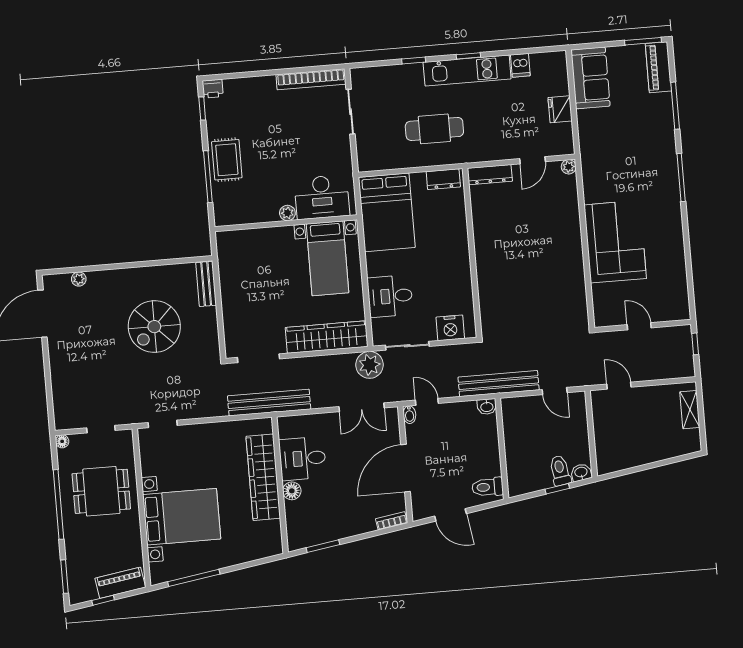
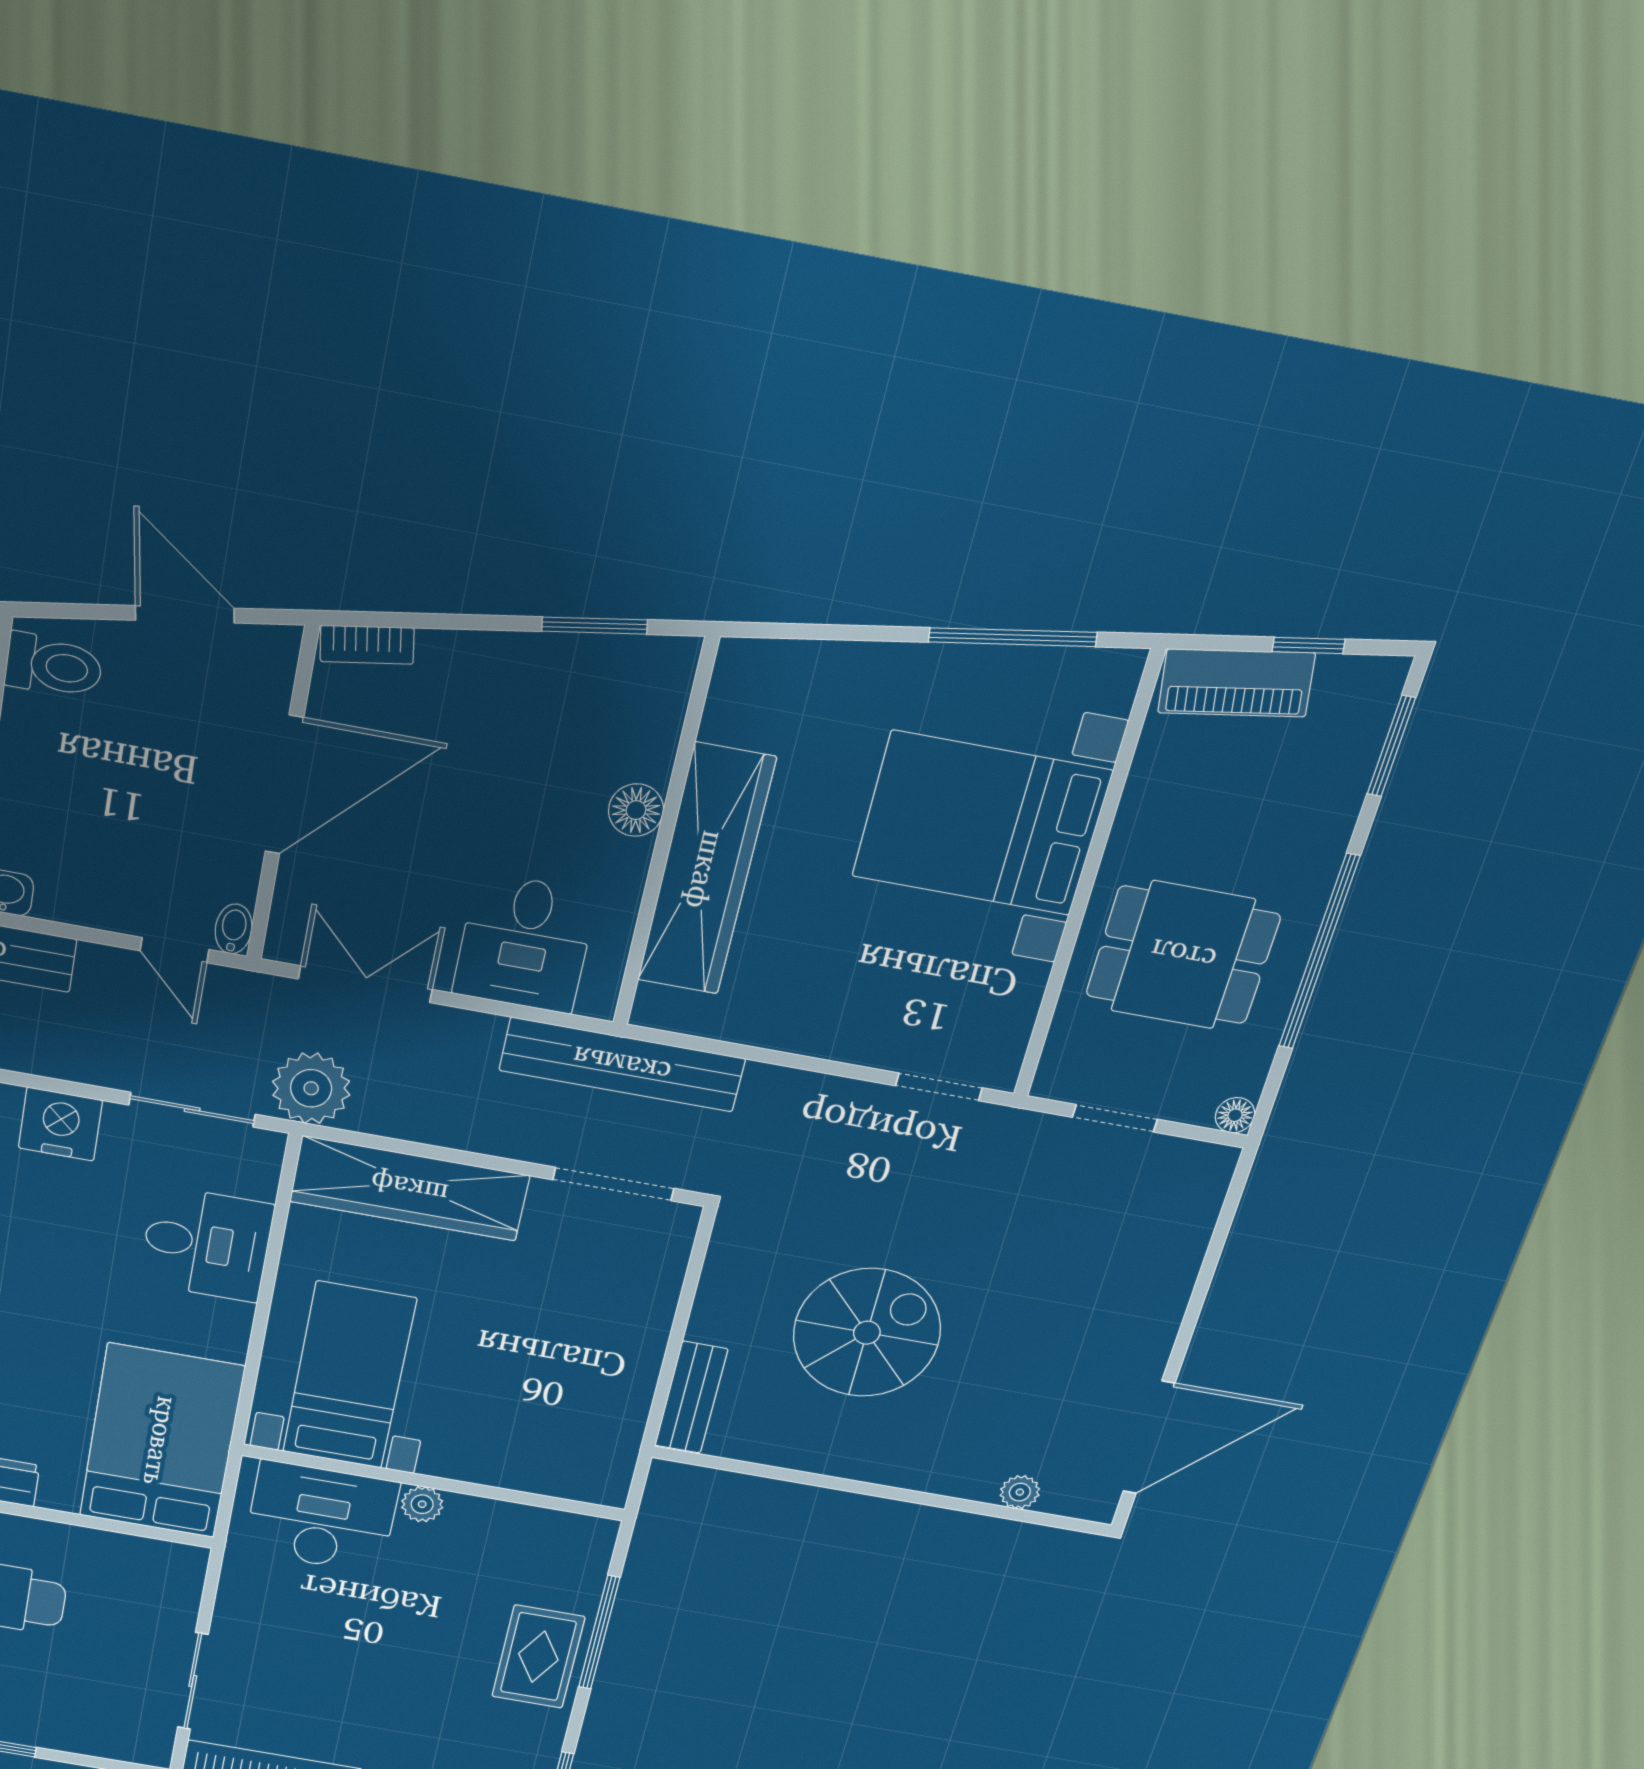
desk: (303, 458) -> (525, 943), moved, turned 90

